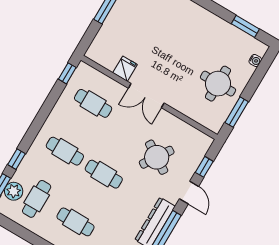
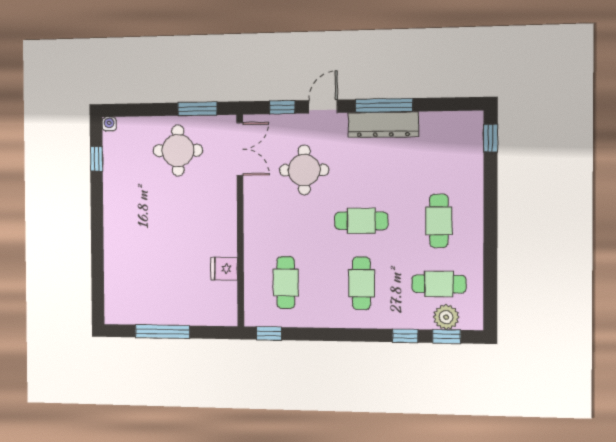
window: (245, 26) -> (96, 159), width x0.67
water cooler: (255, 60) -> (109, 124), moved
double door: (146, 96) -> (240, 149), moved
round table: (157, 157) -> (304, 170), turned -33
cafe table: (104, 174) -> (361, 221), turned 90

